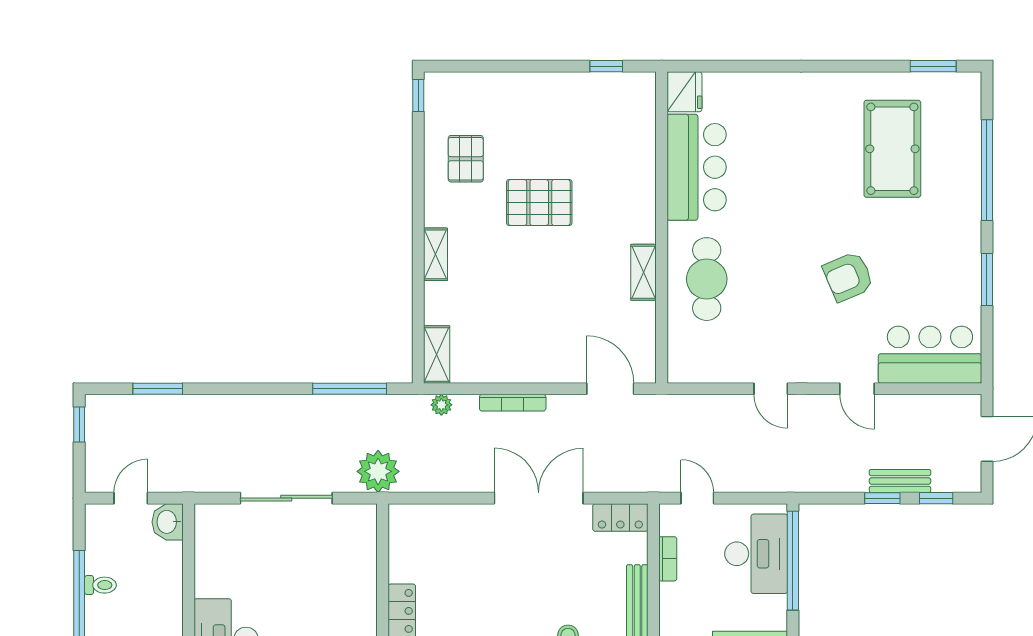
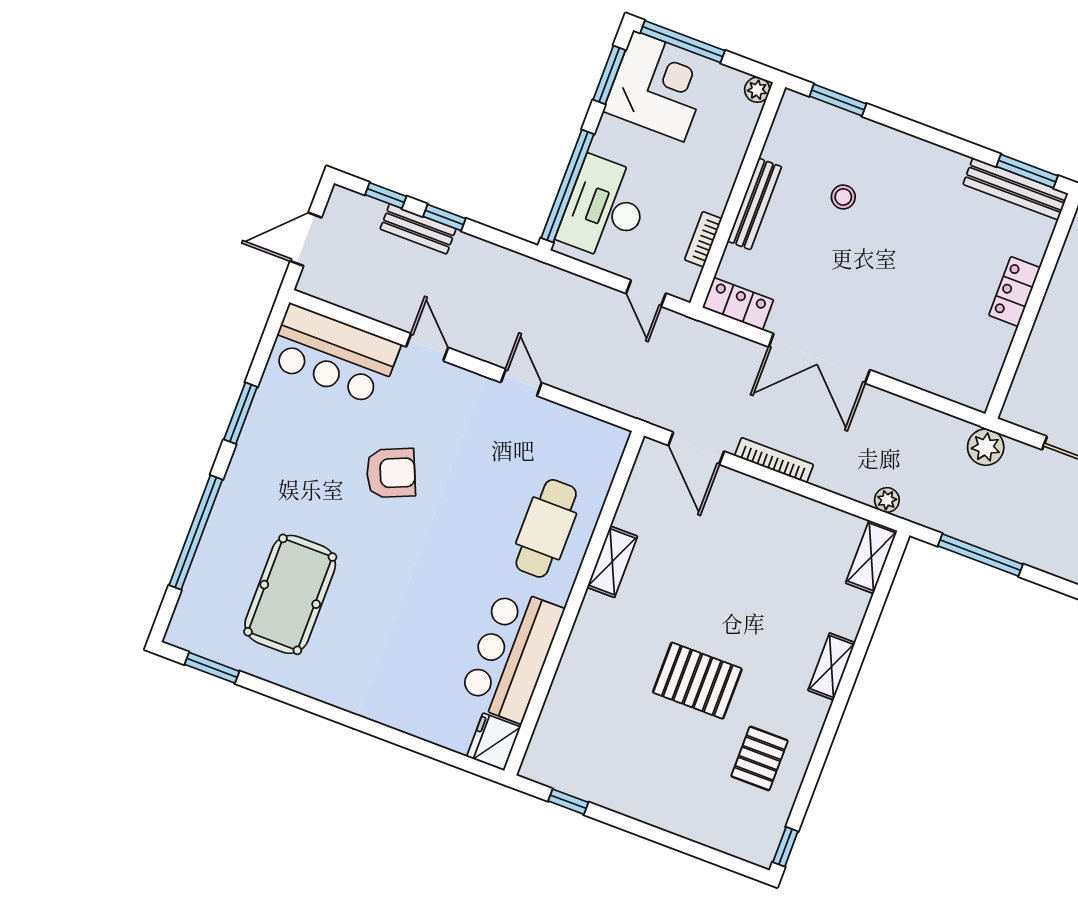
bookcase: (513, 403) -> (774, 460), moved
plant: (378, 471) -> (986, 447), width x0.73, depth x0.73

